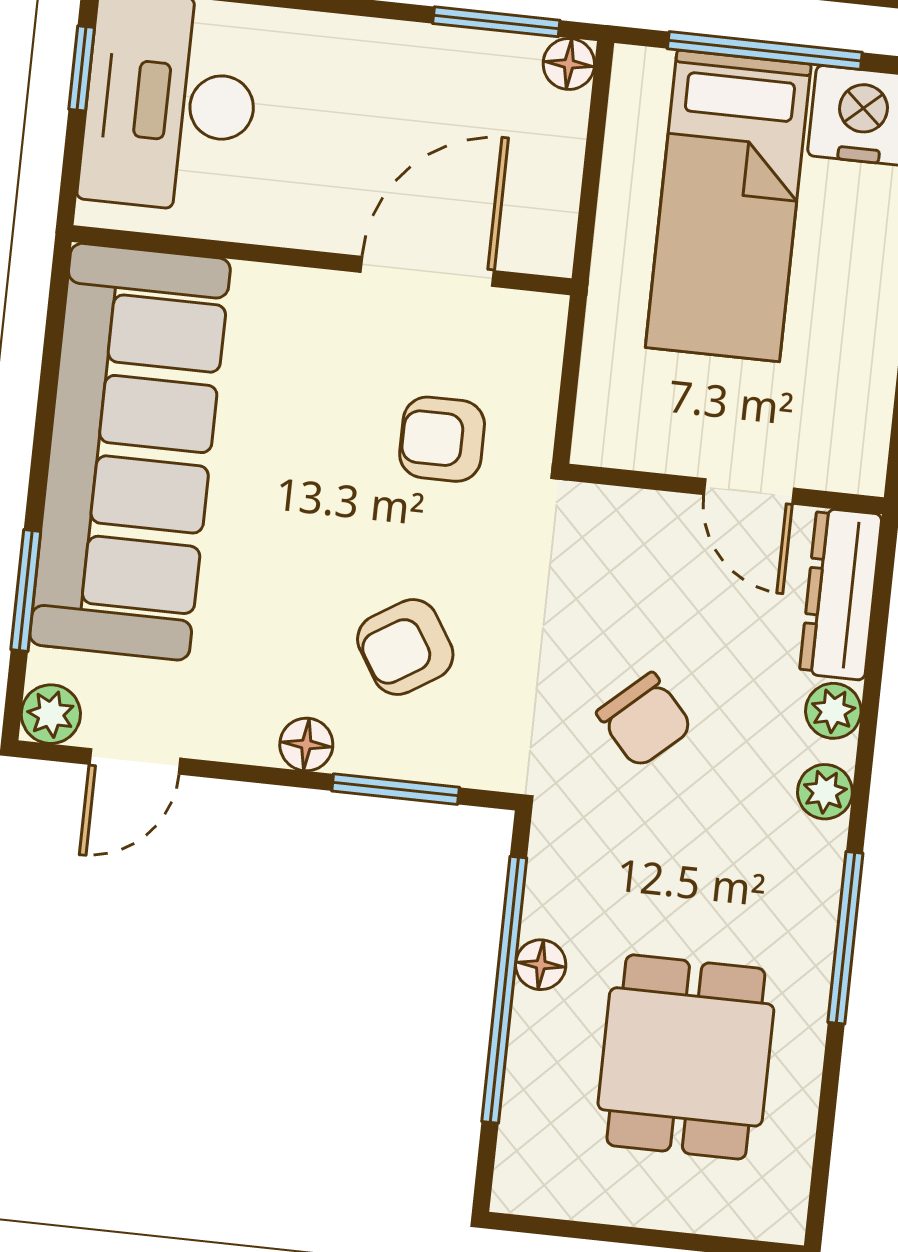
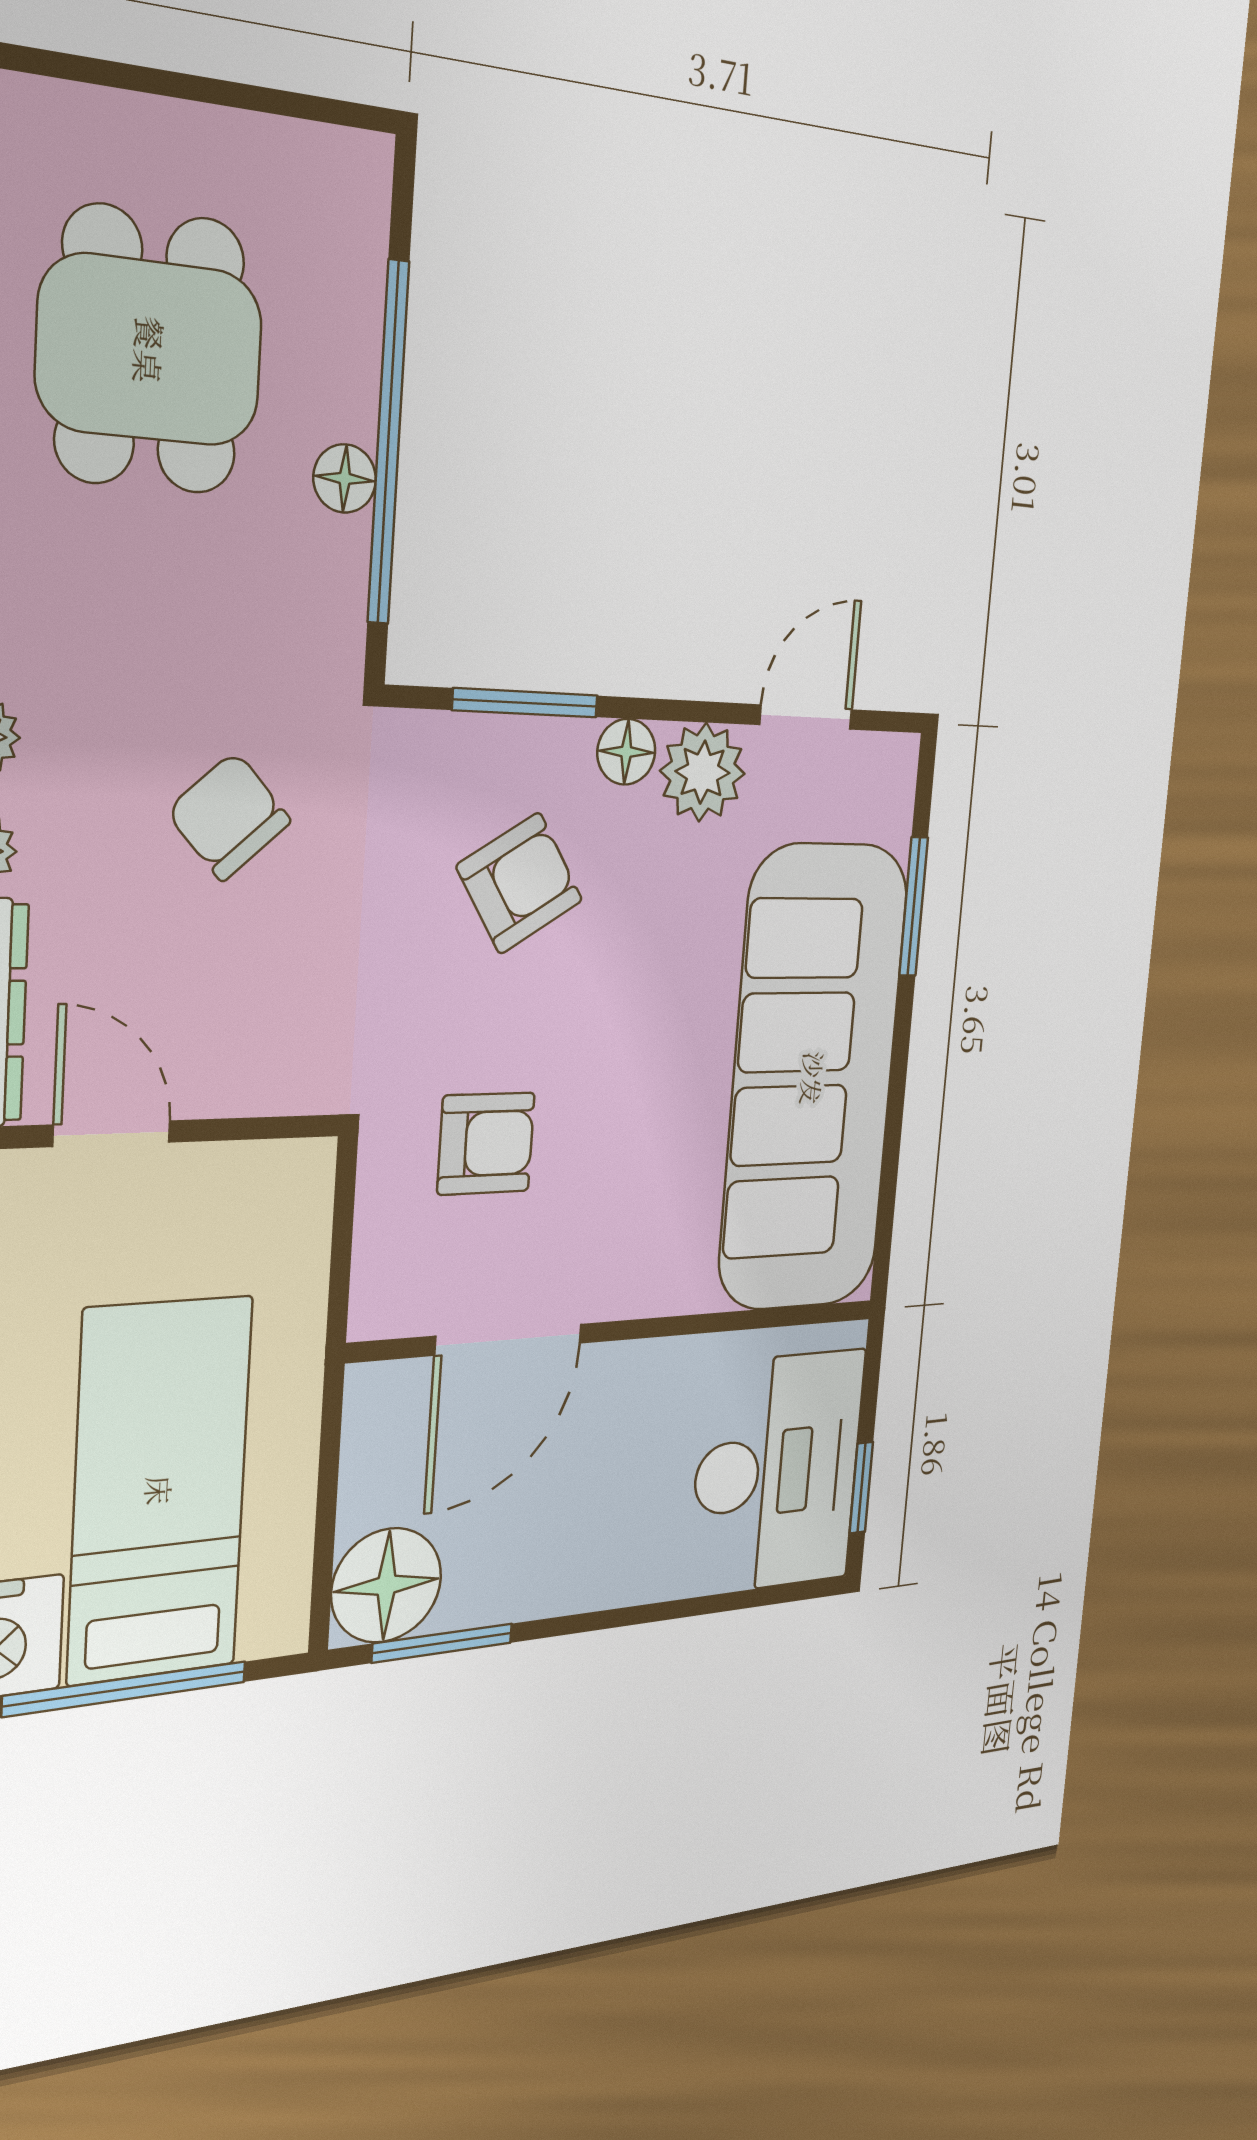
floor lamp: (569, 64) -> (386, 1585), width x1.89, depth x1.89
plant: (51, 714) -> (703, 772), moved, width x1.38, depth x1.38

